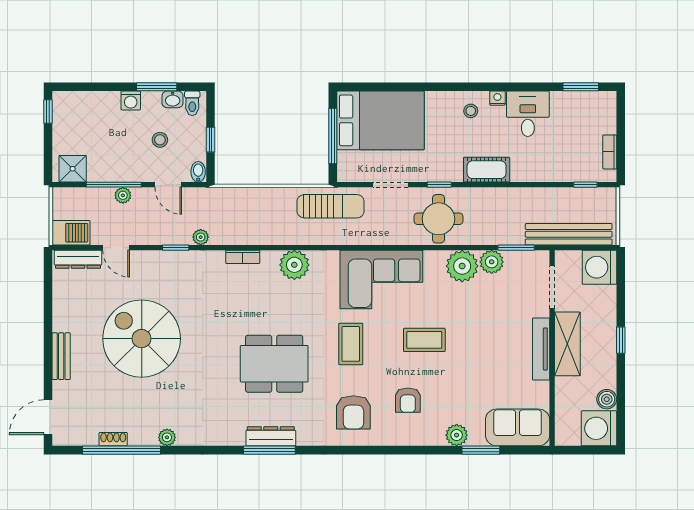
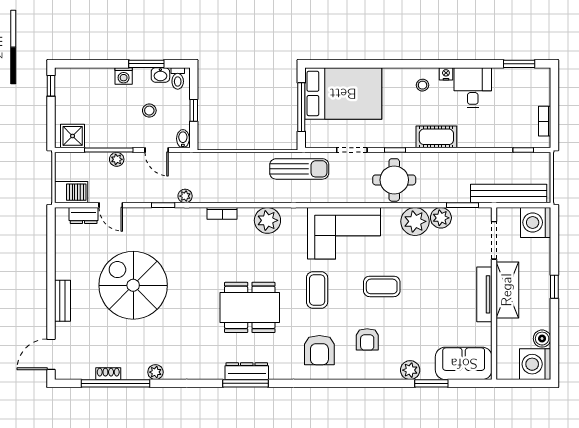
dresser: (78, 259) -> (84, 216), width x0.70

